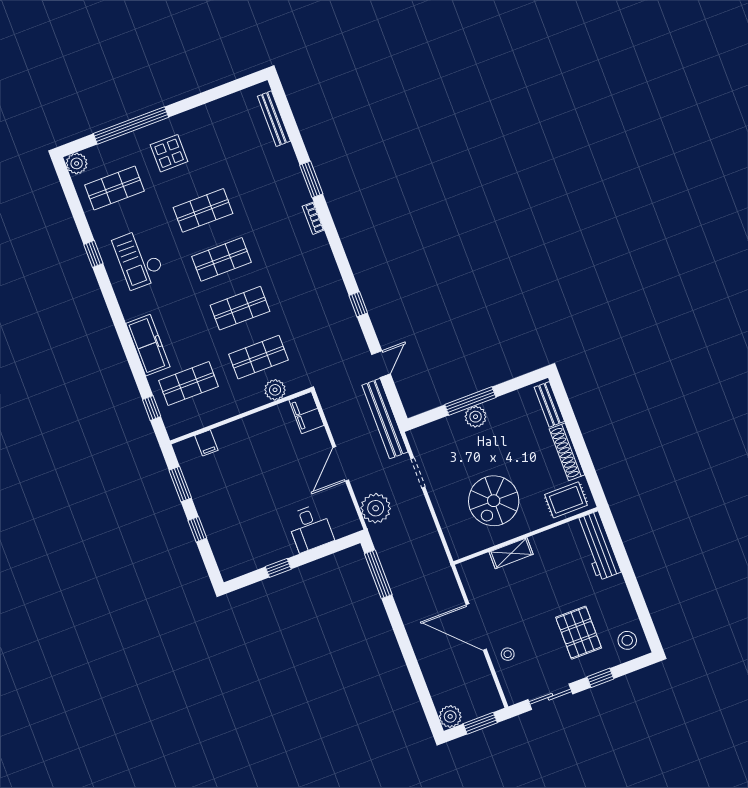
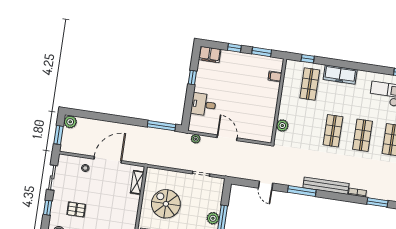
window: (358, 304) -> (302, 191), width x2.17
shop shelf: (258, 357) -> (303, 126), removed
filing cabinet: (306, 413) -> (210, 54), moved, turned 180
bench: (385, 419) -> (326, 186), moved
plant: (376, 508) -> (196, 139), width x0.53, depth x0.53
shelving: (511, 553) -> (137, 182), moved
pallet: (579, 633) -> (76, 209), width x0.67, depth x0.71

